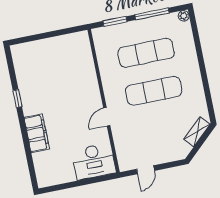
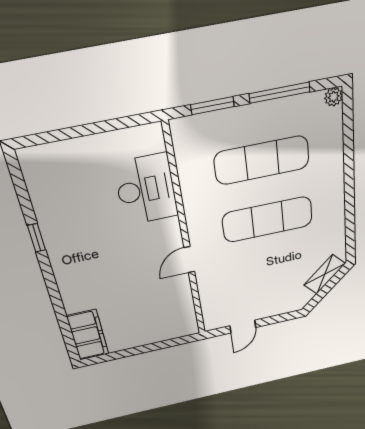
filing cabinet: (37, 133) -> (88, 335), moved
desk: (94, 161) -> (146, 190), moved, turned -90

